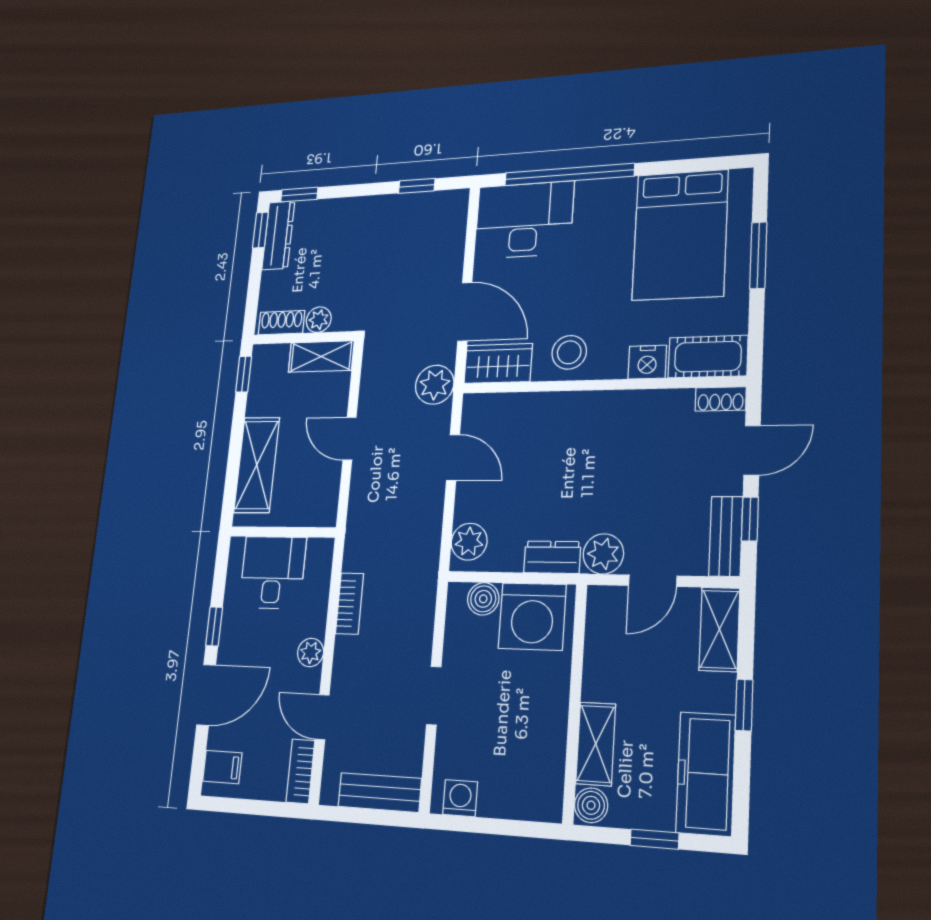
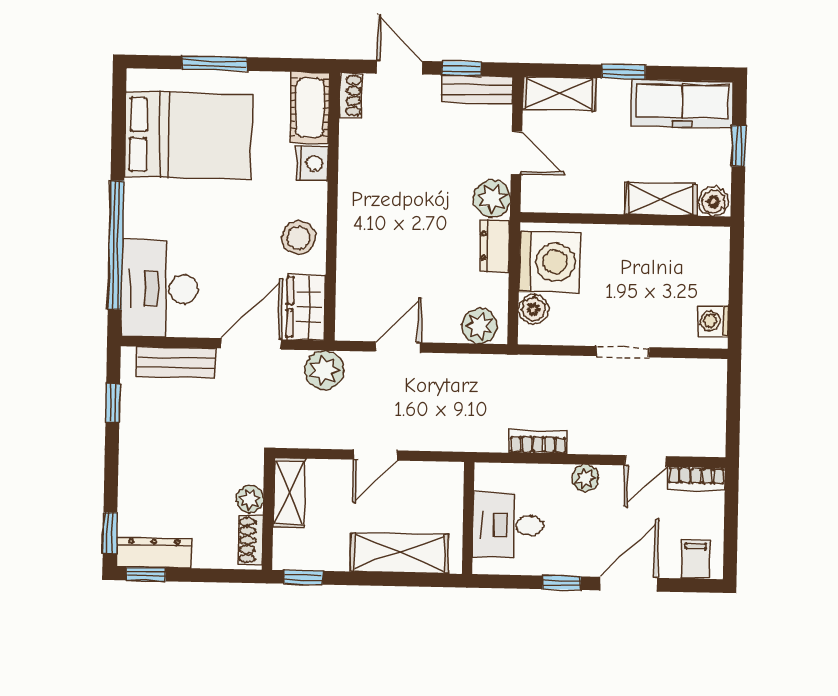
door: (206, 695) -> (628, 584), hinge flipped
bench: (380, 792) -> (176, 362), moved, turned 90

